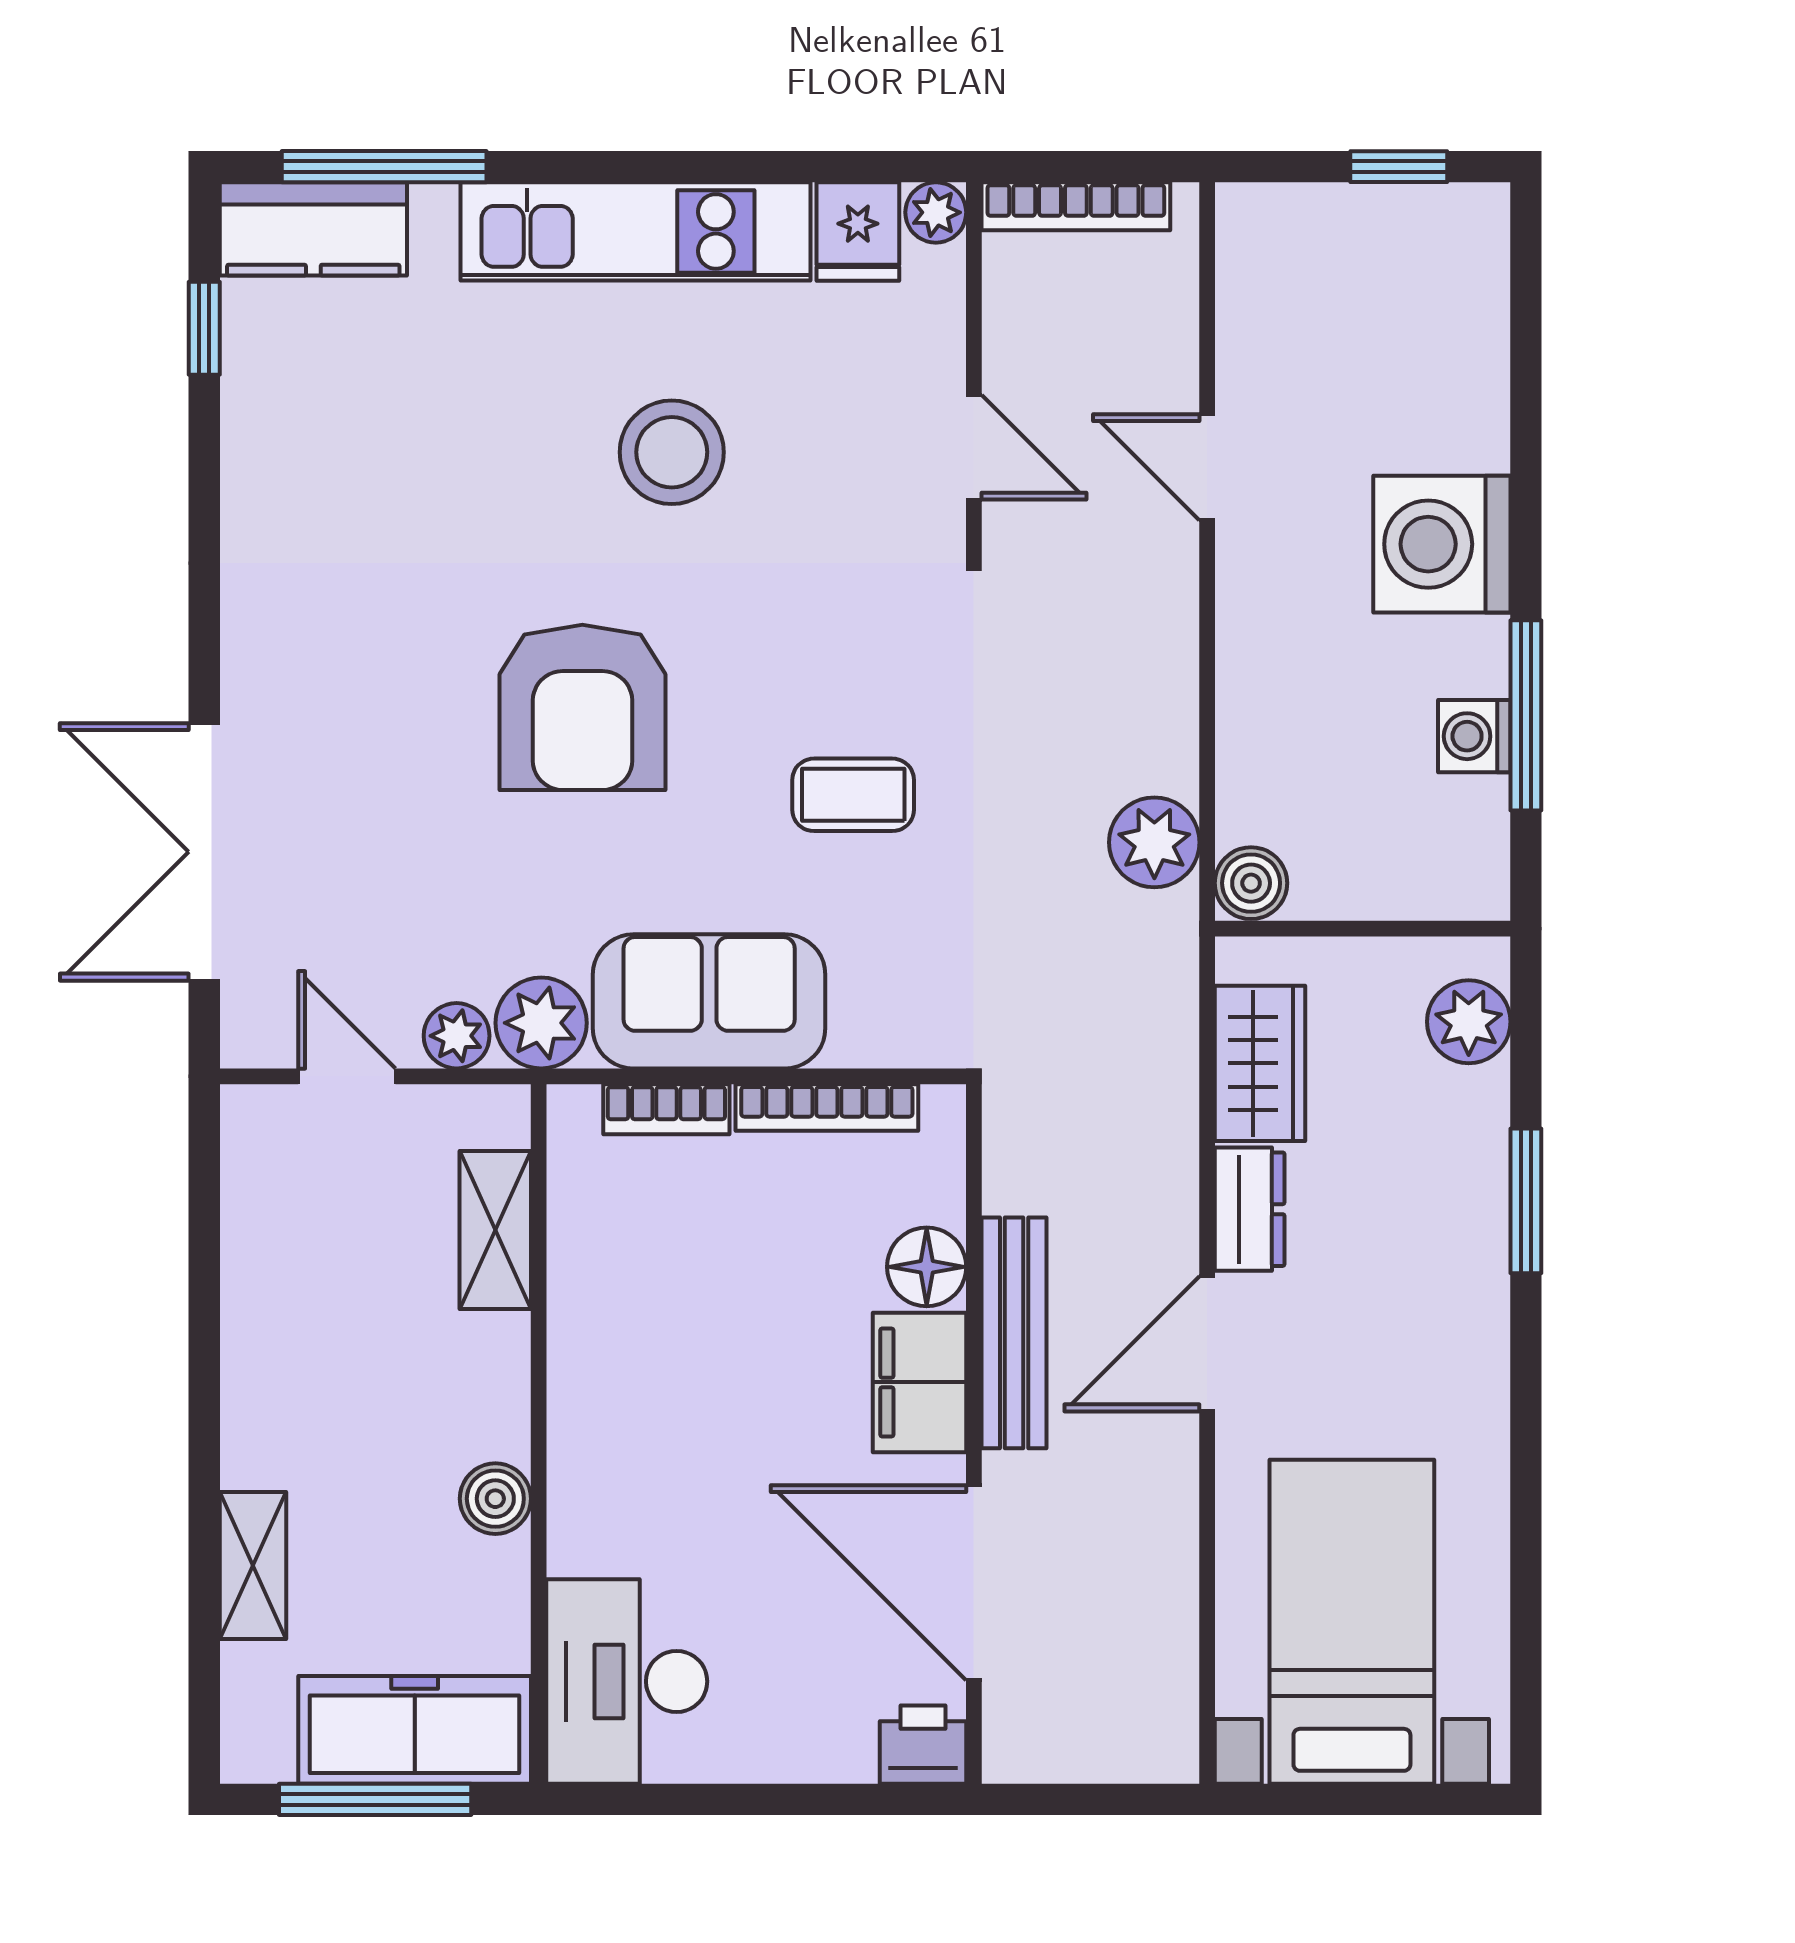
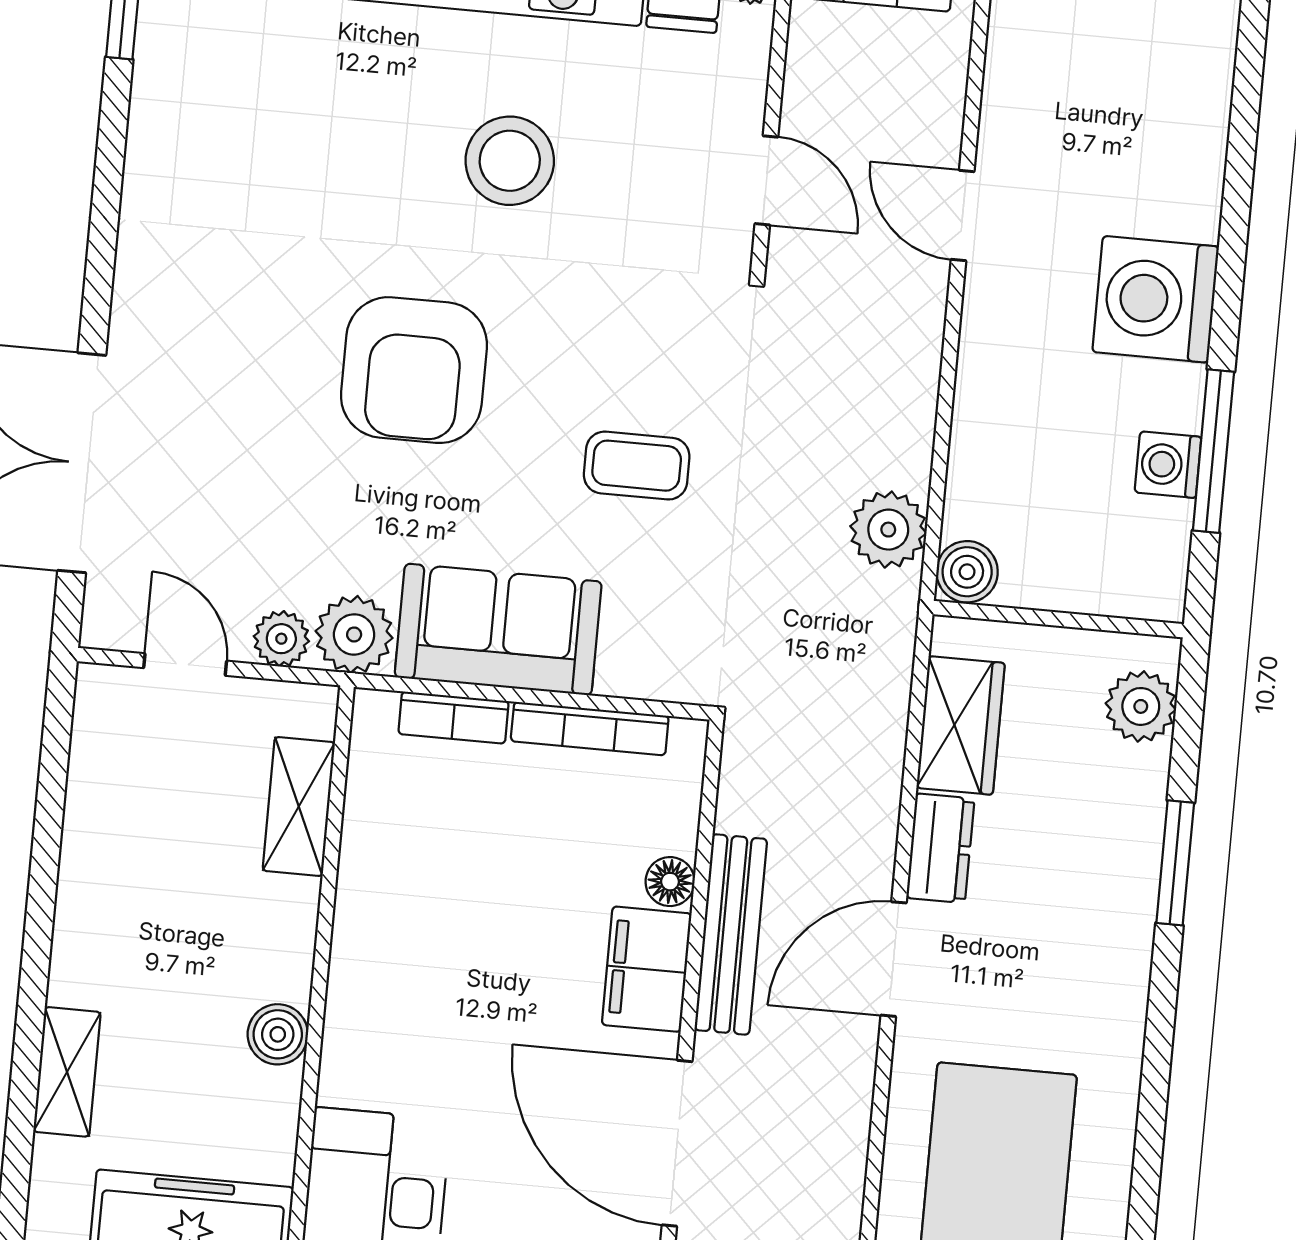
floor lamp: (927, 1267) -> (670, 882), width x0.73, depth x0.73

